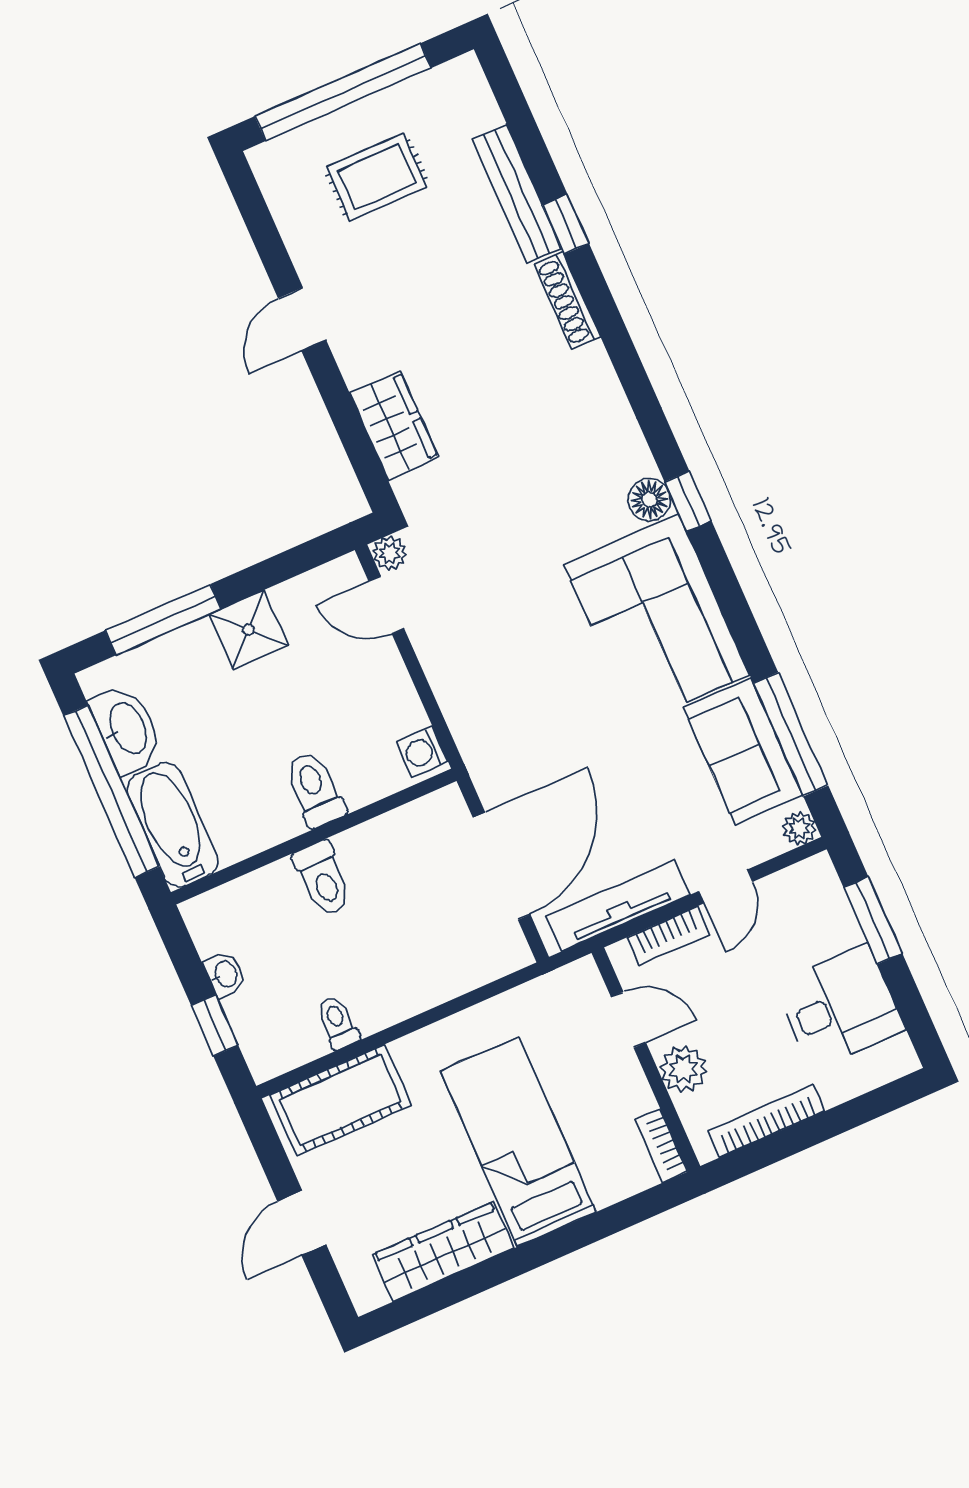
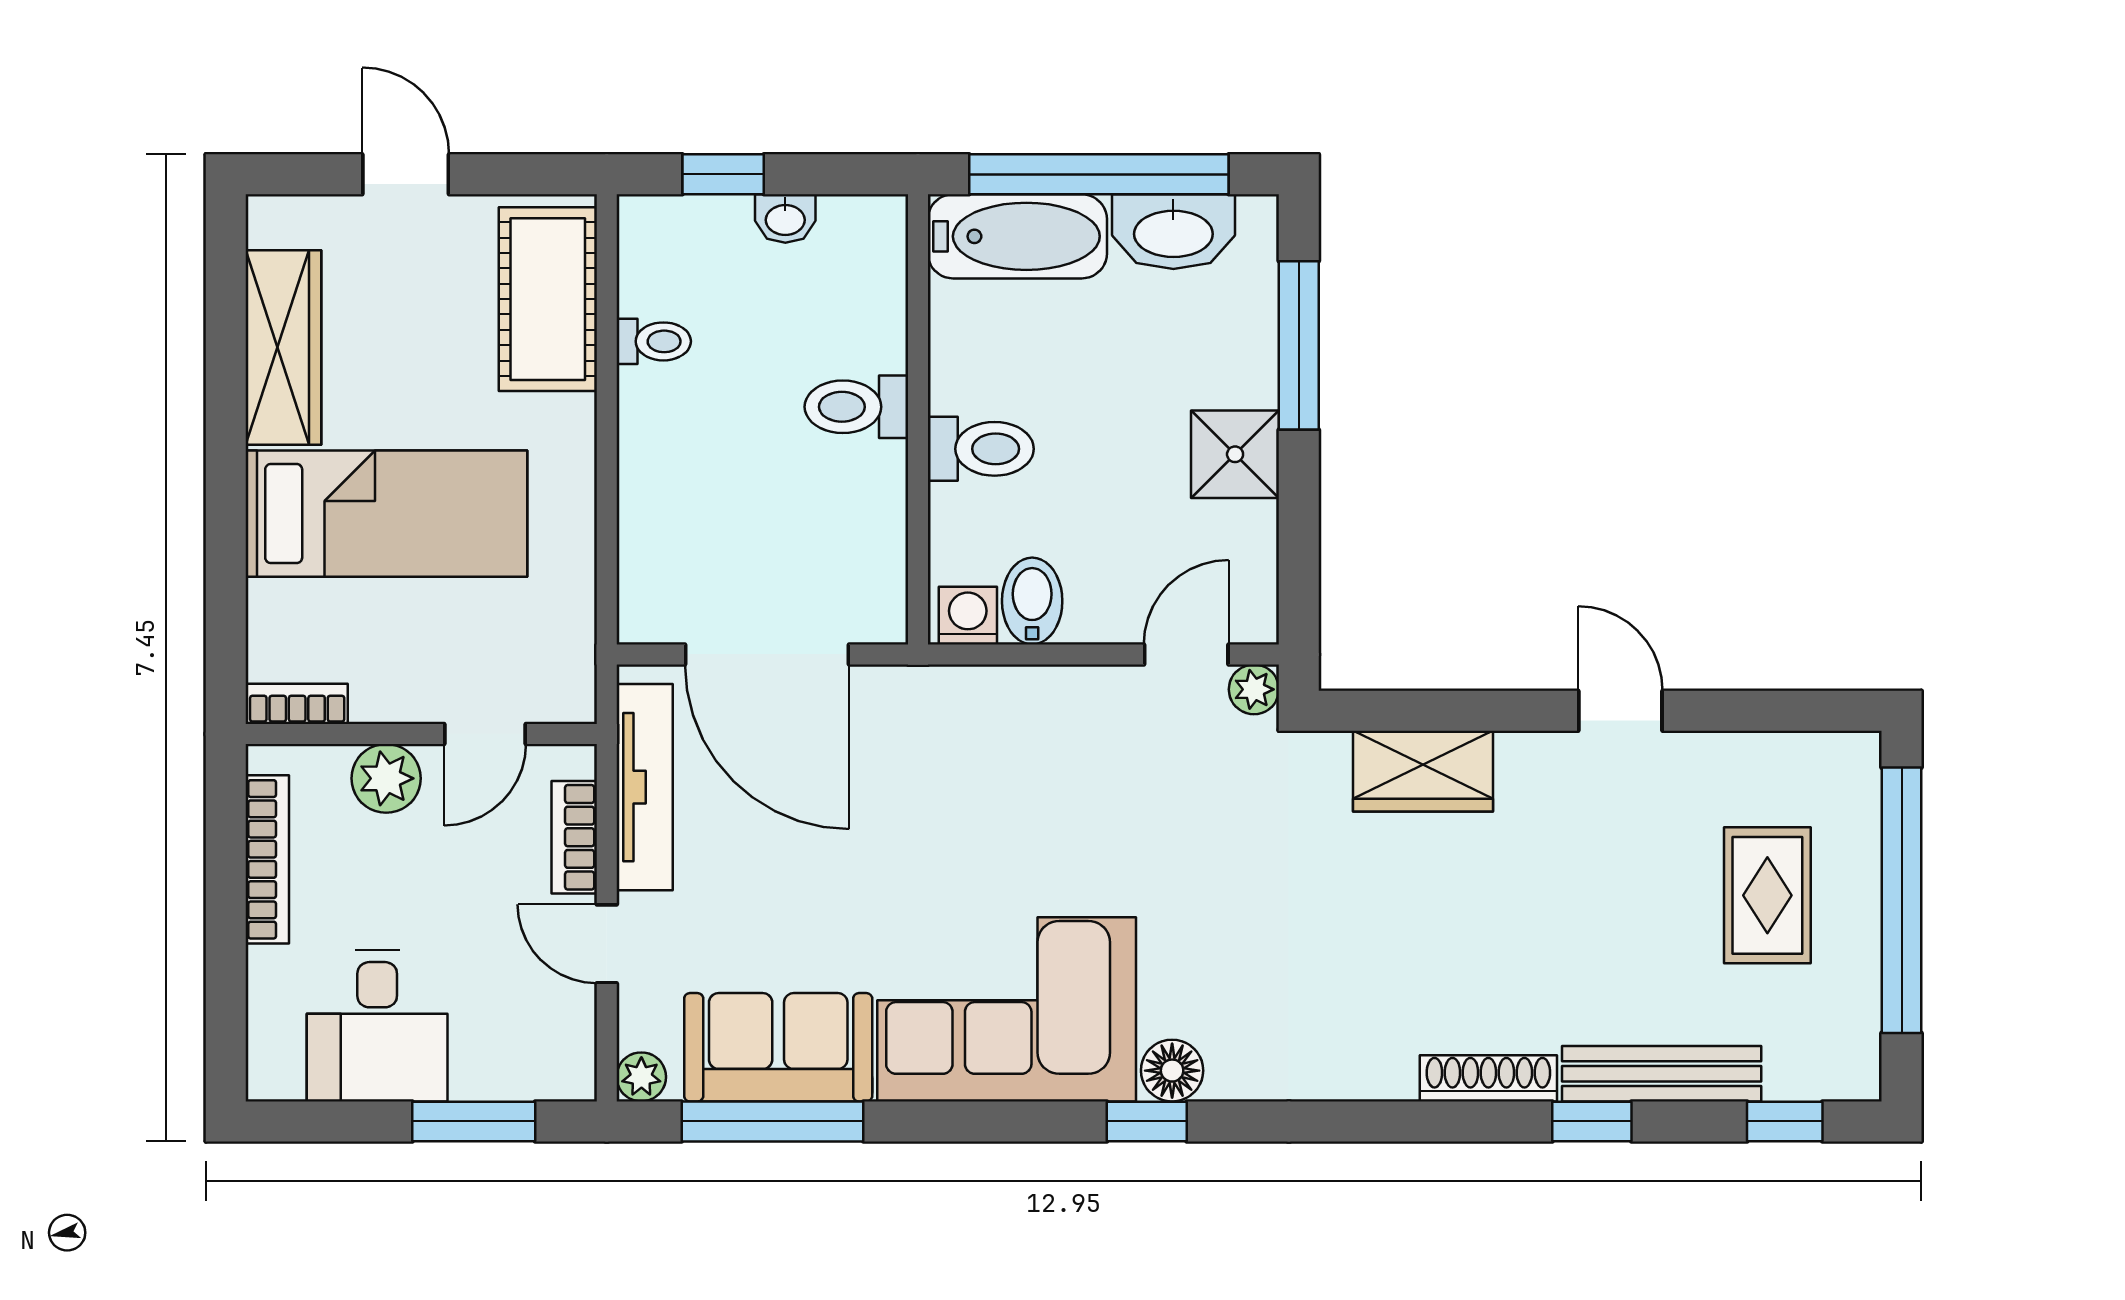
window: (513, 104) -> (1785, 1121), added
bidet: (395, 716) -> (1032, 601), added

